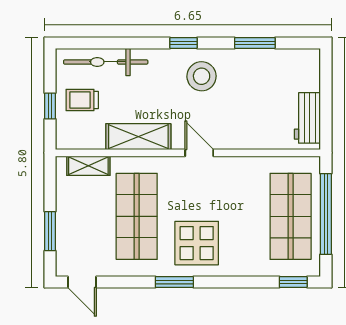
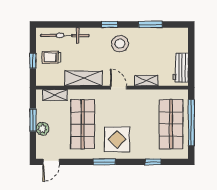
shelving: (248, 140) -> (146, 80), added
plant: (67, 224) -> (42, 129), added
window: (50, 231) -> (33, 120), moved
door: (82, 282) -> (51, 162), hinge flipped
window: (293, 282) -> (153, 162), moved

